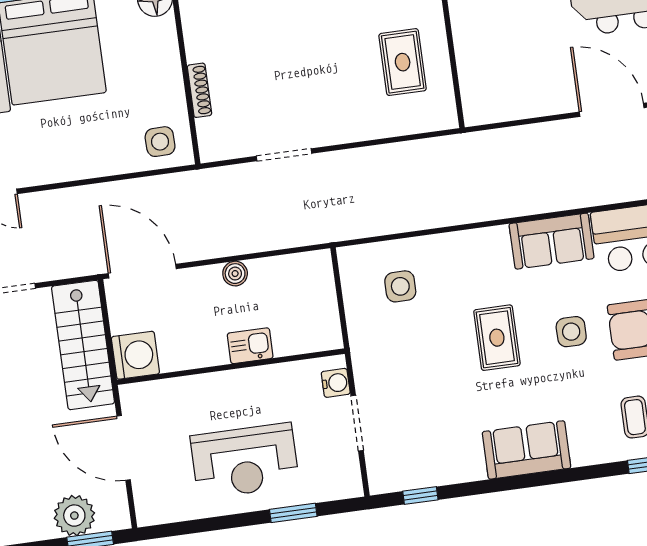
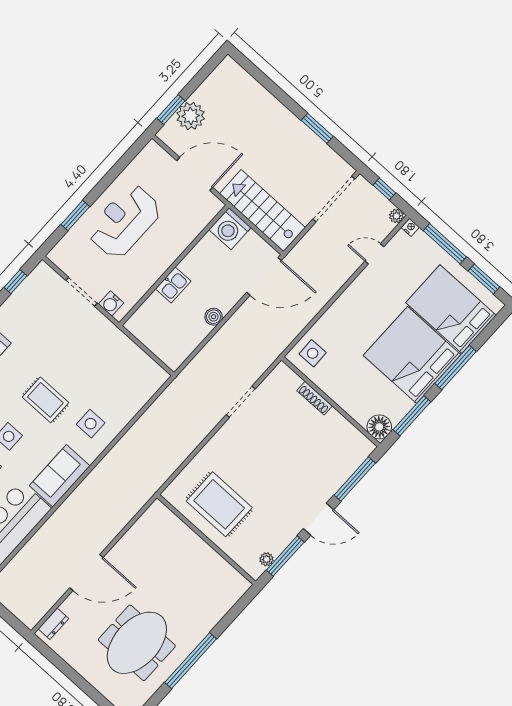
rug: (403, 62) -> (219, 504), width x1.36, depth x1.43
side table: (400, 286) -> (91, 424), moved

